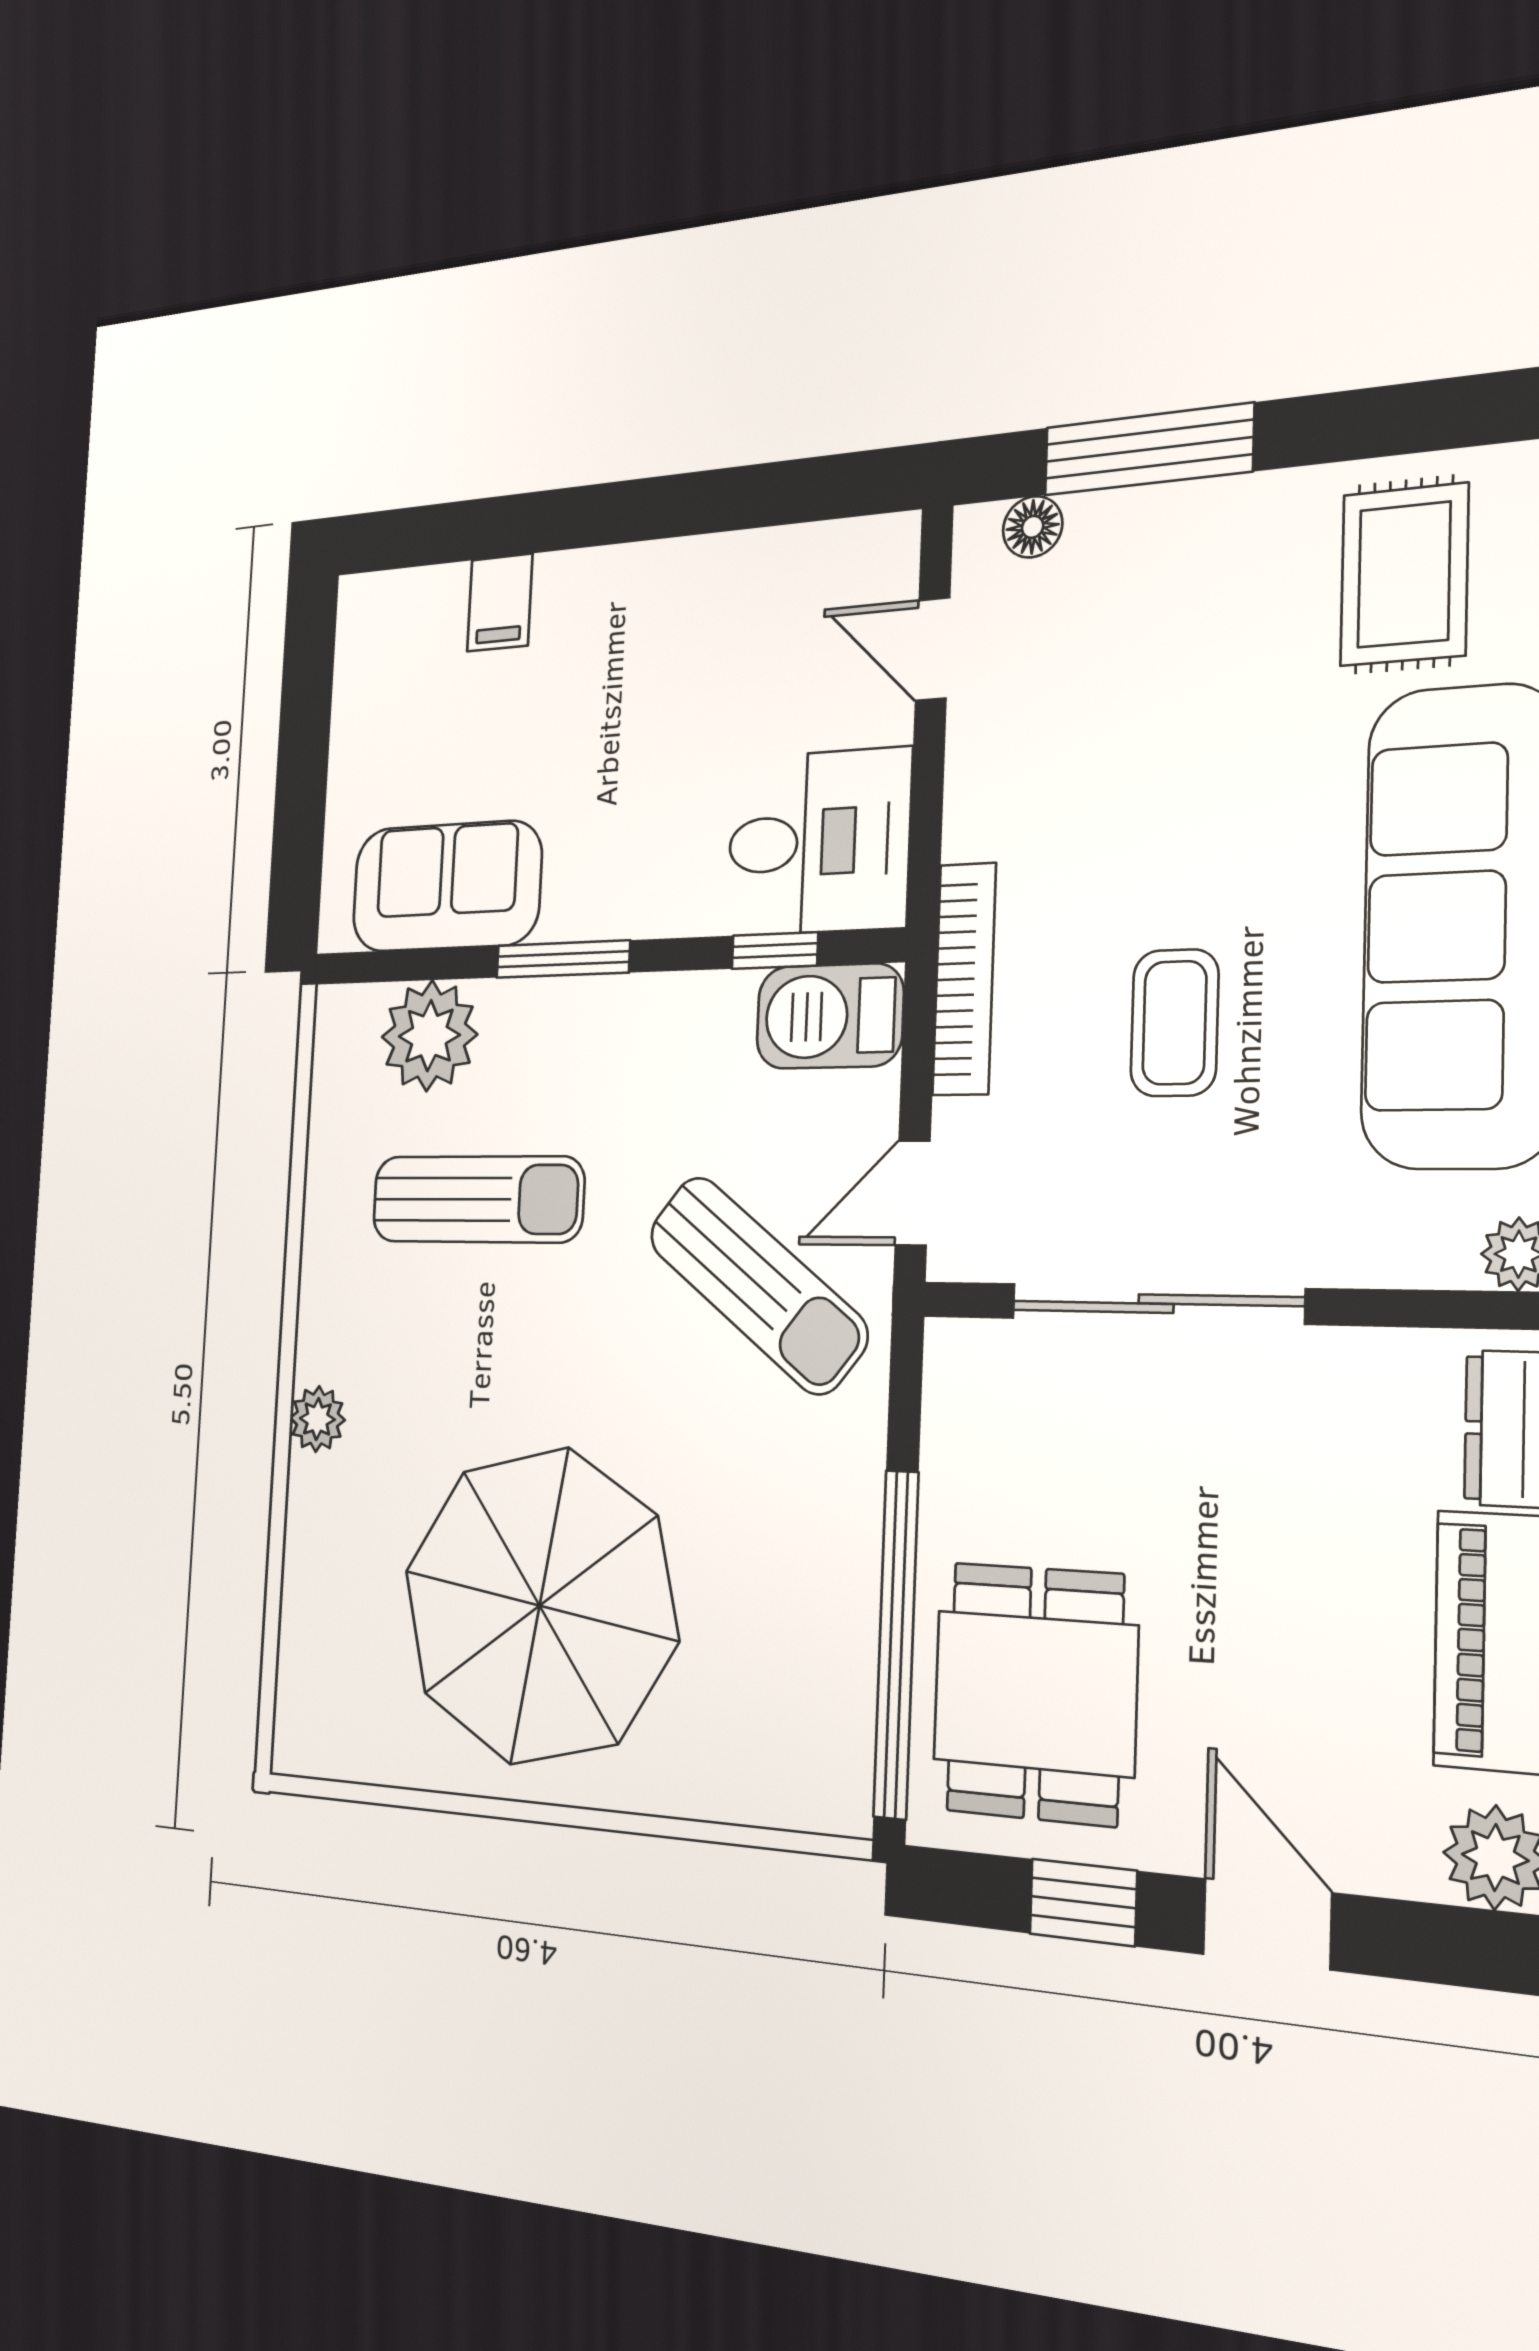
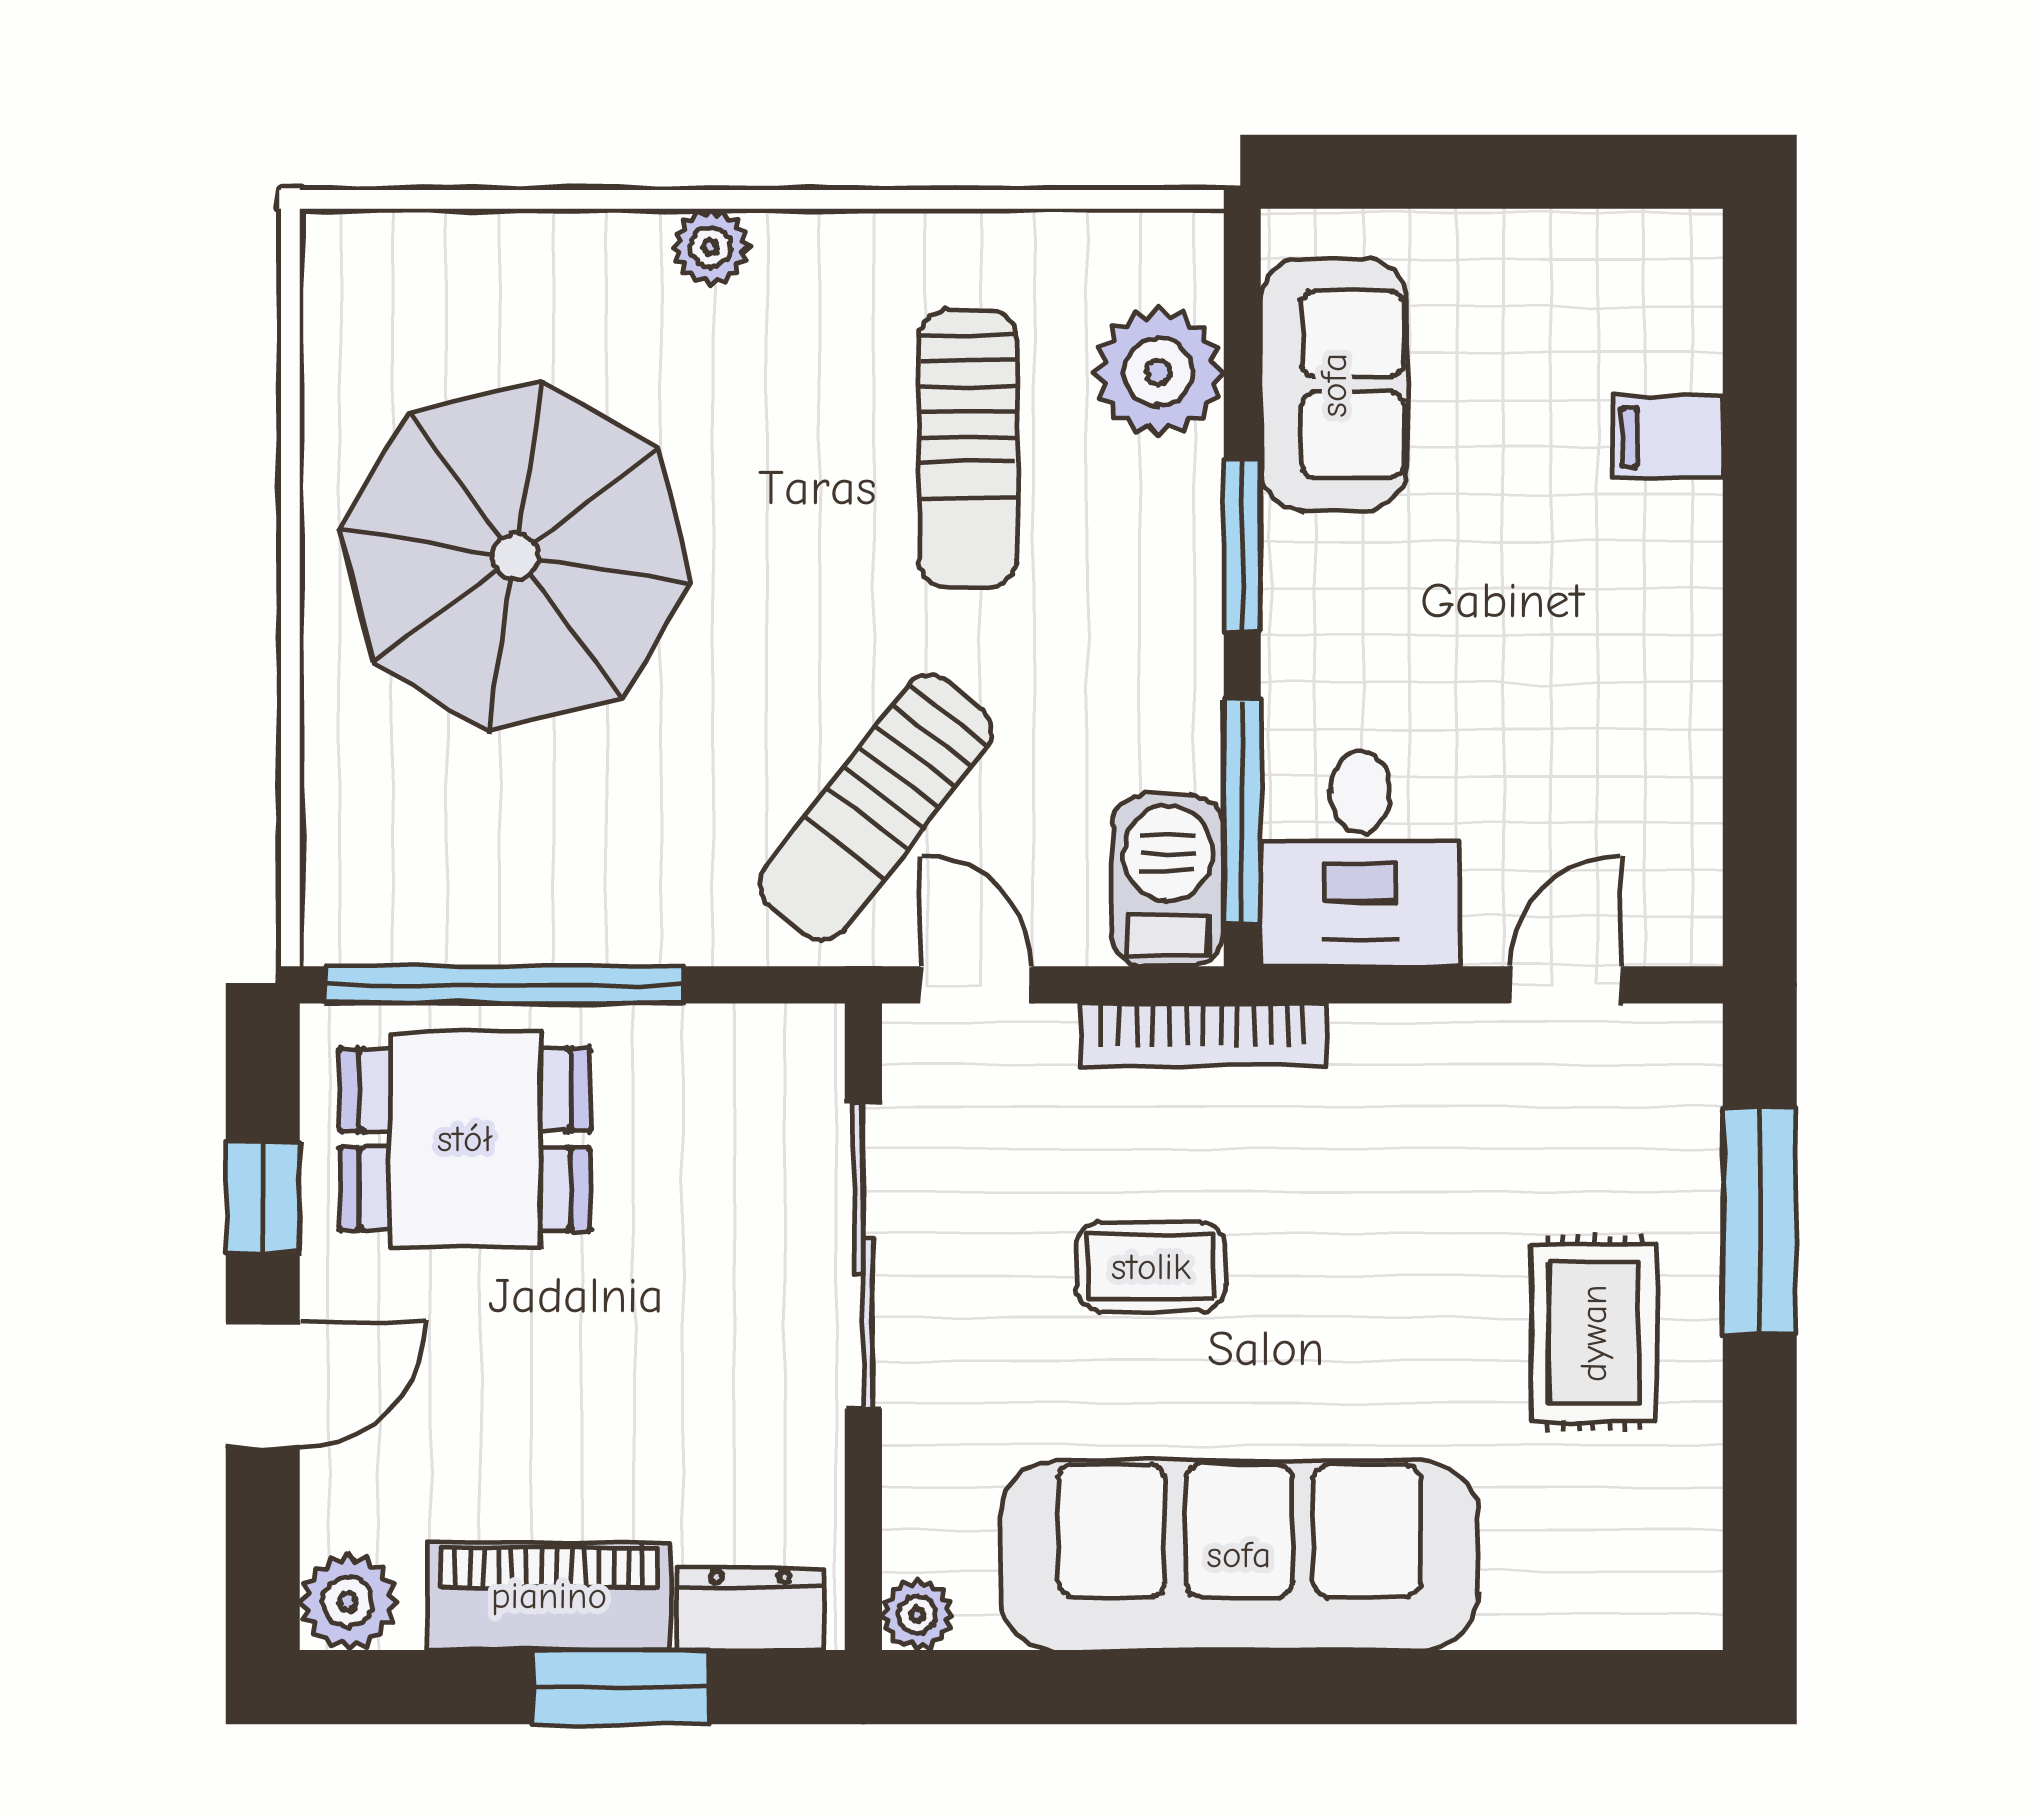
floor lamp: (1033, 527) -> (1689, 1095), removed
rug: (1404, 575) -> (1594, 1333), moved, turned 90
window: (775, 951) -> (1242, 812), width x2.17

